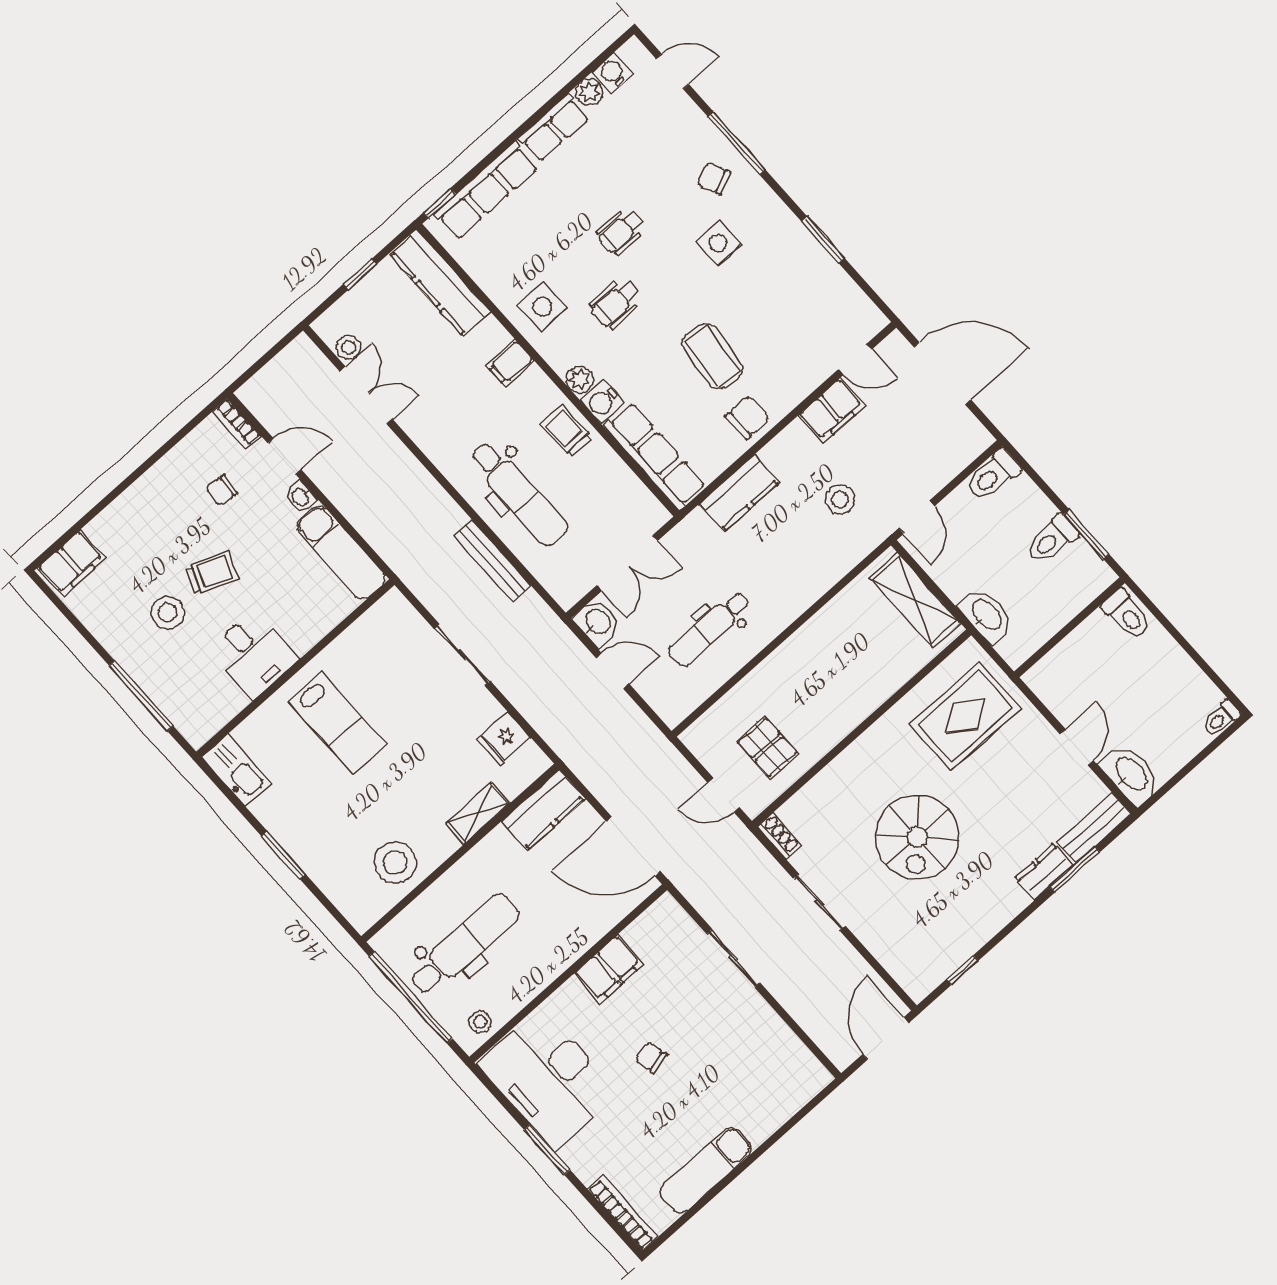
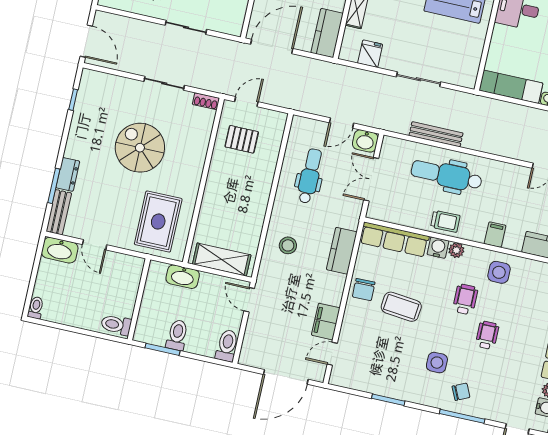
stool: (840, 499) -> (288, 245), moved

